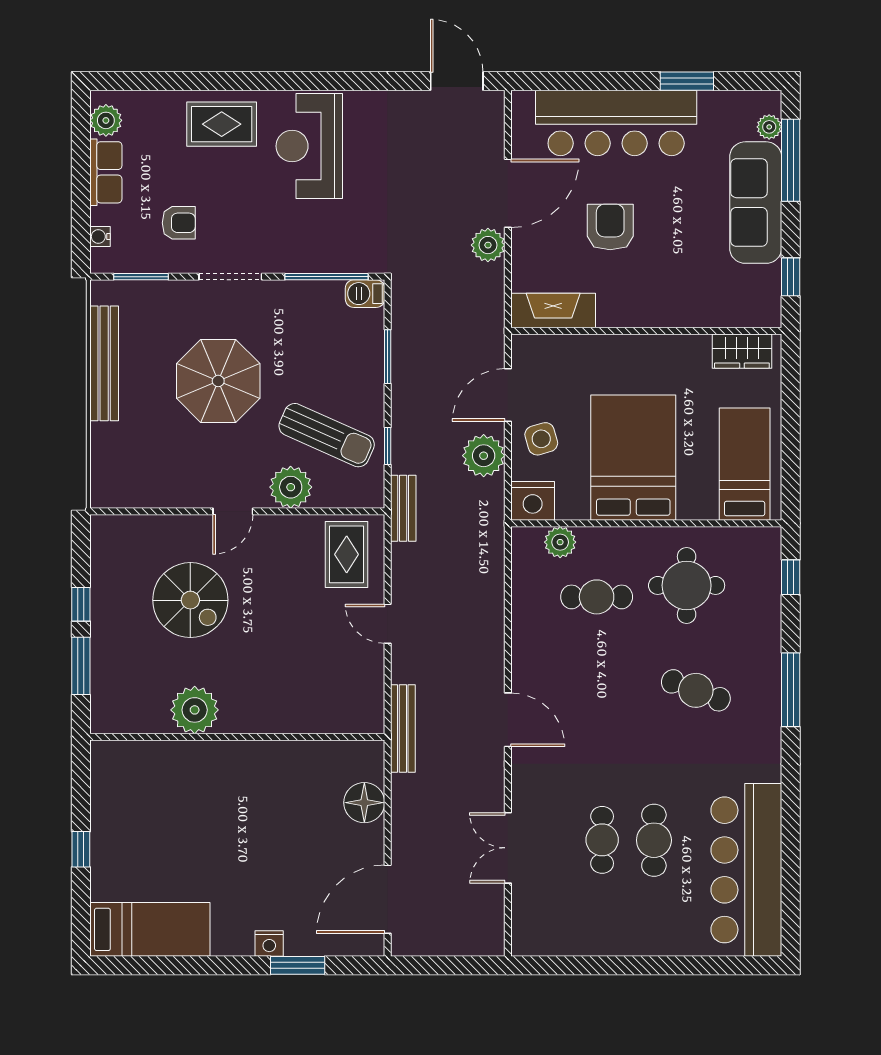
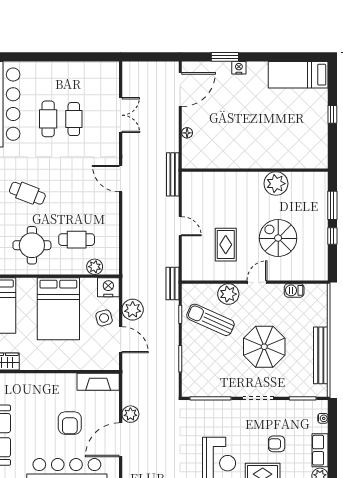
armchair: (179, 223) -> (277, 444), moved
barbecue: (365, 294) -> (294, 290), moved, turned 180
door: (508, 395) -> (121, 340), hinge flipped
rug: (347, 554) -> (226, 245), moved
floor lamp: (364, 803) -> (187, 133), width x0.53, depth x0.53

